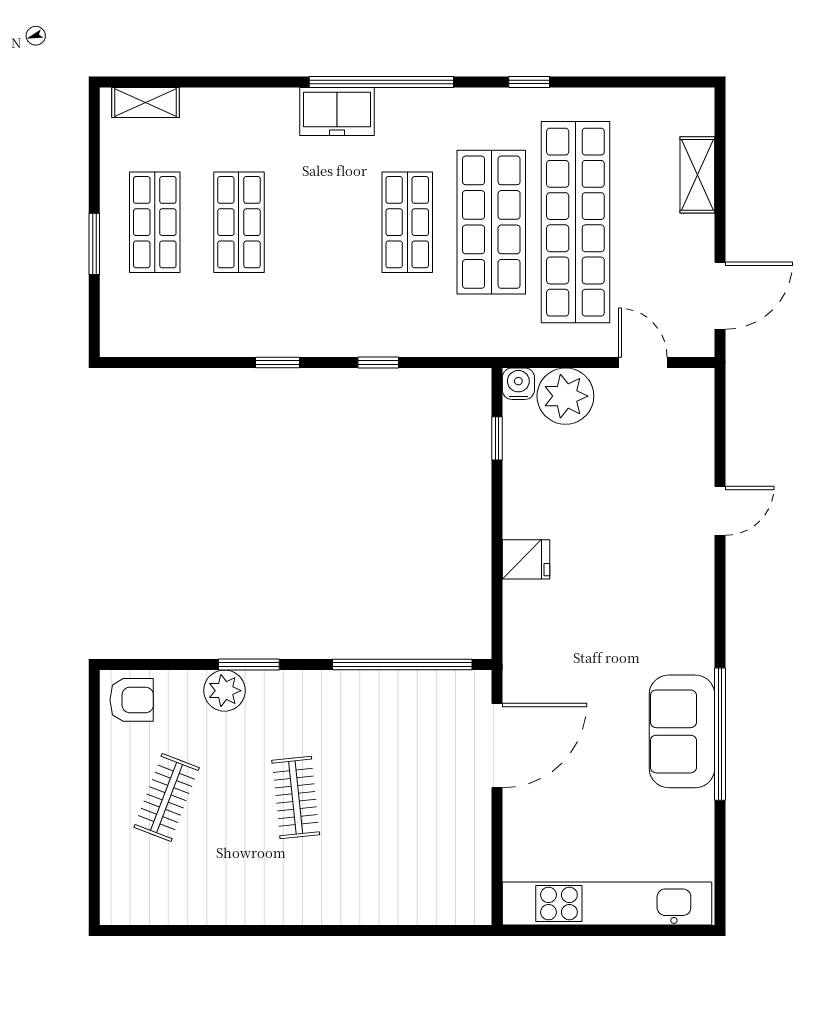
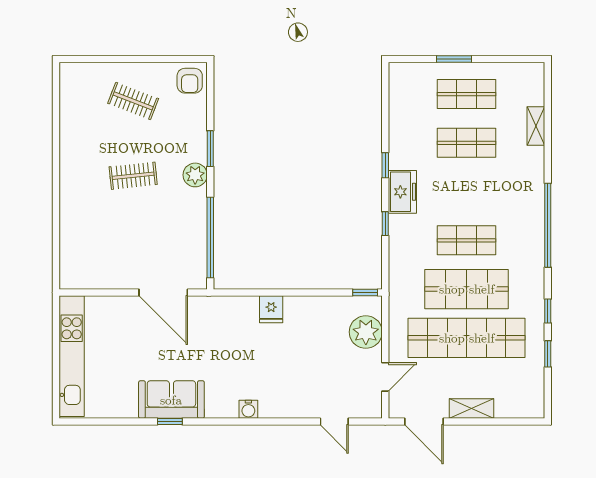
window: (603, 82) -> (548, 354), added
shelving: (145, 102) -> (536, 126), moved
freezer: (337, 111) -> (402, 192), moved, turned 180
shelving: (697, 175) -> (471, 409), moved
water cooler: (518, 384) -> (248, 409), moved, turned 90
window: (497, 438) -> (365, 292), moved
door: (720, 511) -> (334, 422), moved
plant: (224, 691) -> (195, 175), moved
window: (720, 734) -> (170, 422), width x0.32

